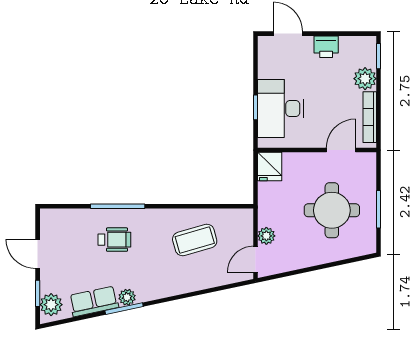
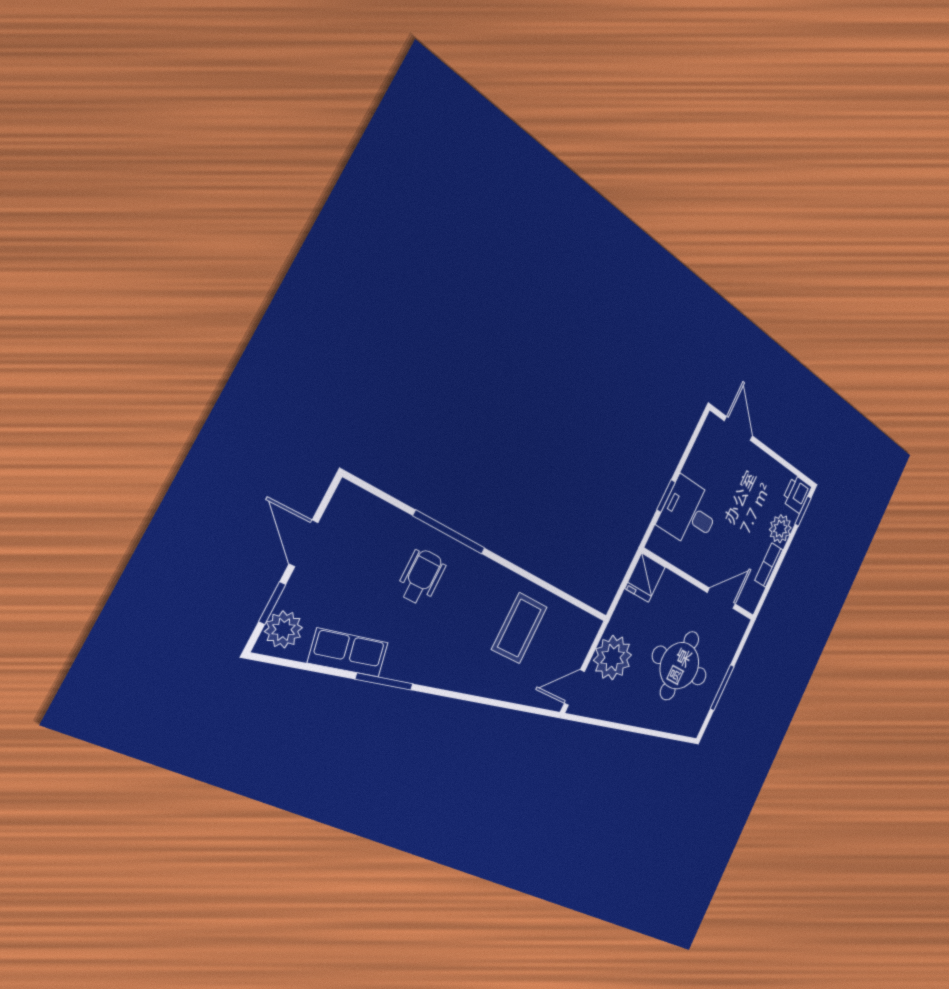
printer: (326, 47) -> (797, 494), moved, turned 90
desk: (280, 108) -> (689, 513), width x0.73
bookcase: (370, 117) -> (769, 565), width x0.64
plant: (266, 236) -> (613, 658), width x1.88, depth x1.88
wheelchair: (114, 240) -> (421, 577), turned -90
coffee table: (195, 240) -> (519, 628), turned -74
plant: (127, 297) -> (397, 667), removed

